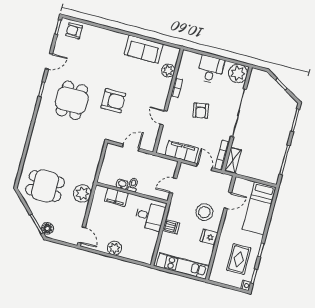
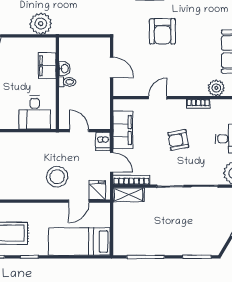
door: (204, 167) -> (112, 162), hinge flipped
door: (228, 200) -> (79, 201), hinge flipped
dishwasher: (171, 227) -> (103, 141), moved
fridge: (209, 237) -> (97, 190), moved

